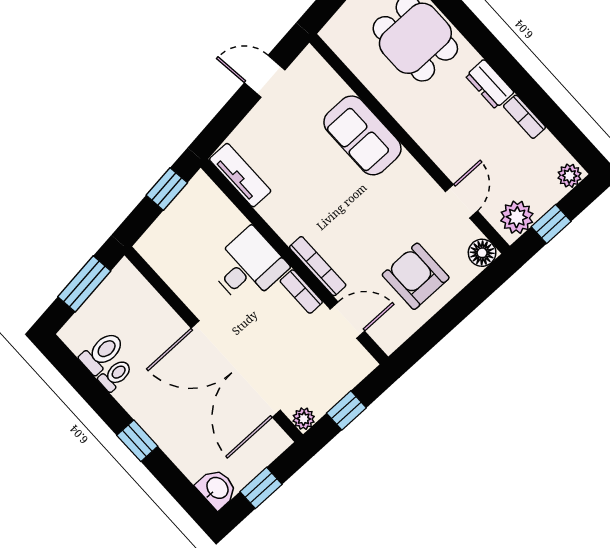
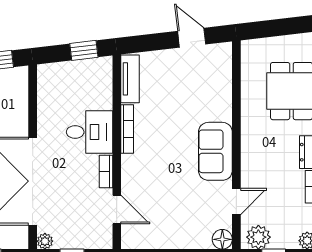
sofa: (362, 135) -> (215, 151), moved
bookcase: (318, 266) -> (127, 129), moved
armchair: (416, 276) -> (175, 219), removed

